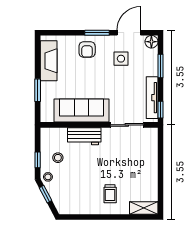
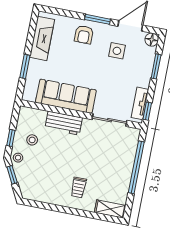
tv unit: (152, 98) -> (140, 103), width x0.71
window: (161, 164) -> (136, 167), added

